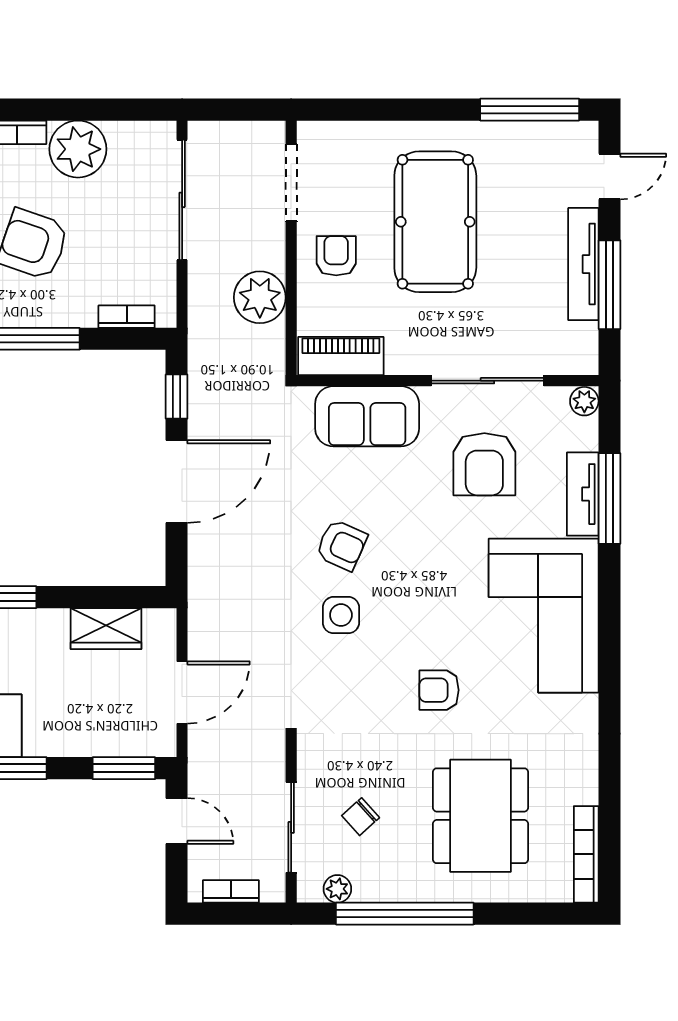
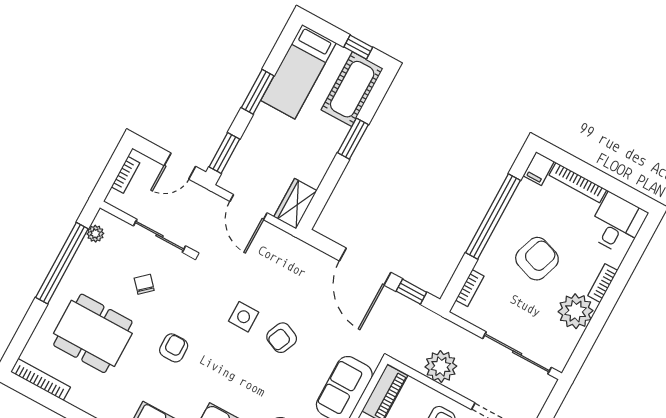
wardrobe: (106, 629) -> (295, 204), moved
chair: (361, 817) -> (144, 284), moved
sliding door: (291, 827) -> (160, 236), moved

